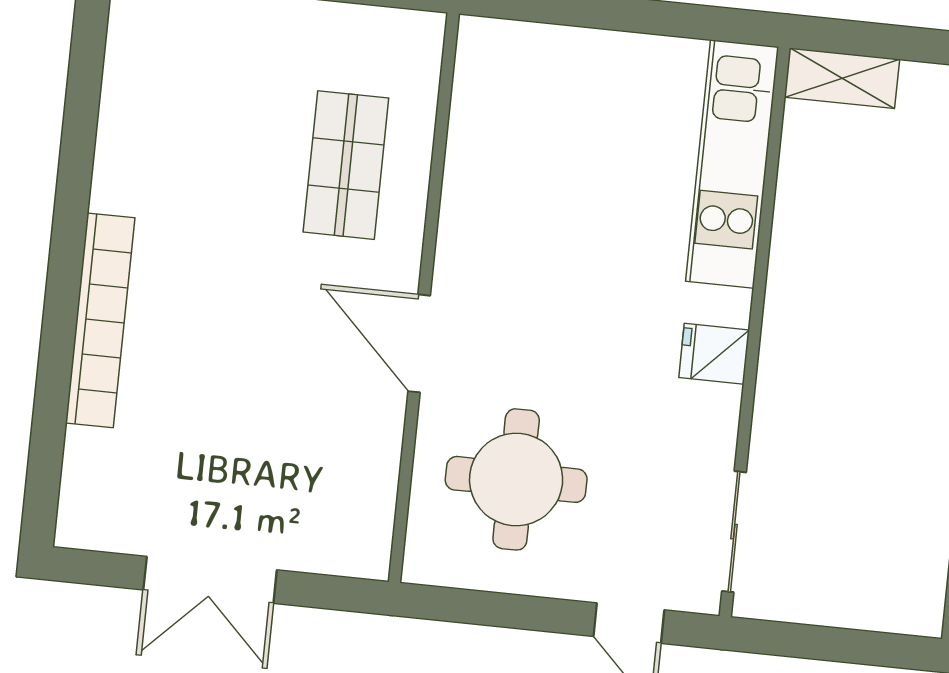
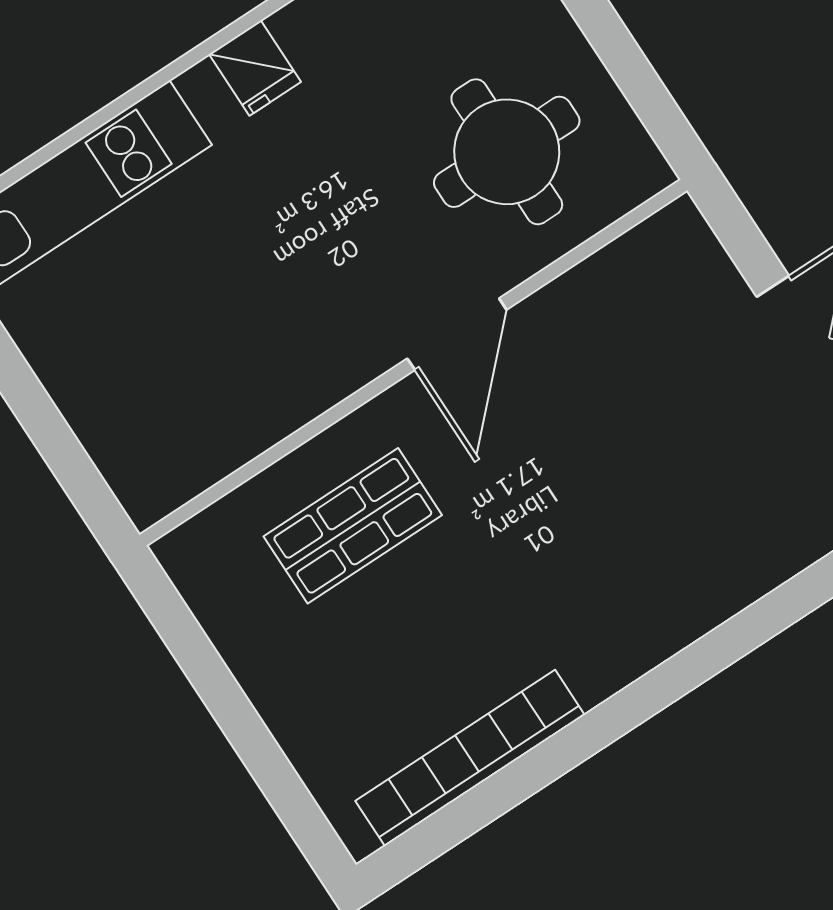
bookcase: (100, 320) -> (470, 758), moved

